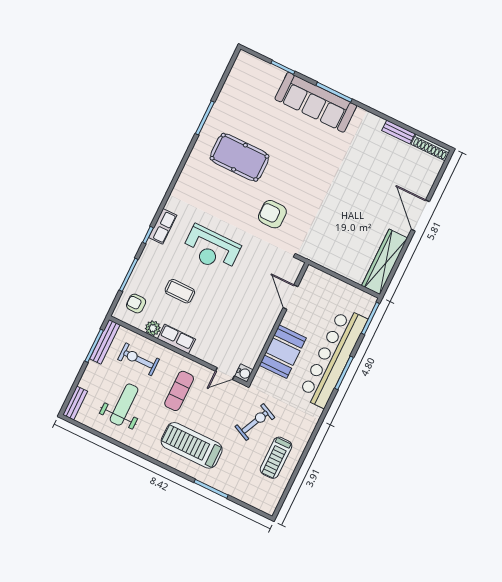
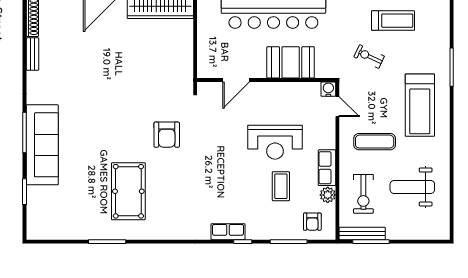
reception desk: (211, 249) -> (275, 142), moved, turned 90
bench: (75, 403) -> (433, 233), removed
exercise bike: (255, 422) -> (369, 57), width x0.73, depth x0.72

